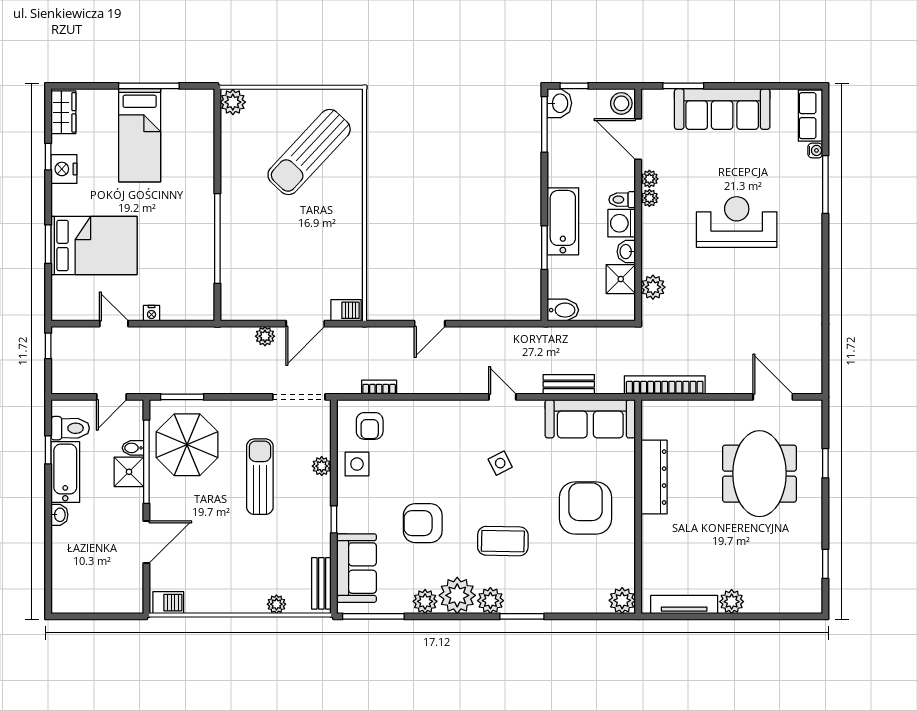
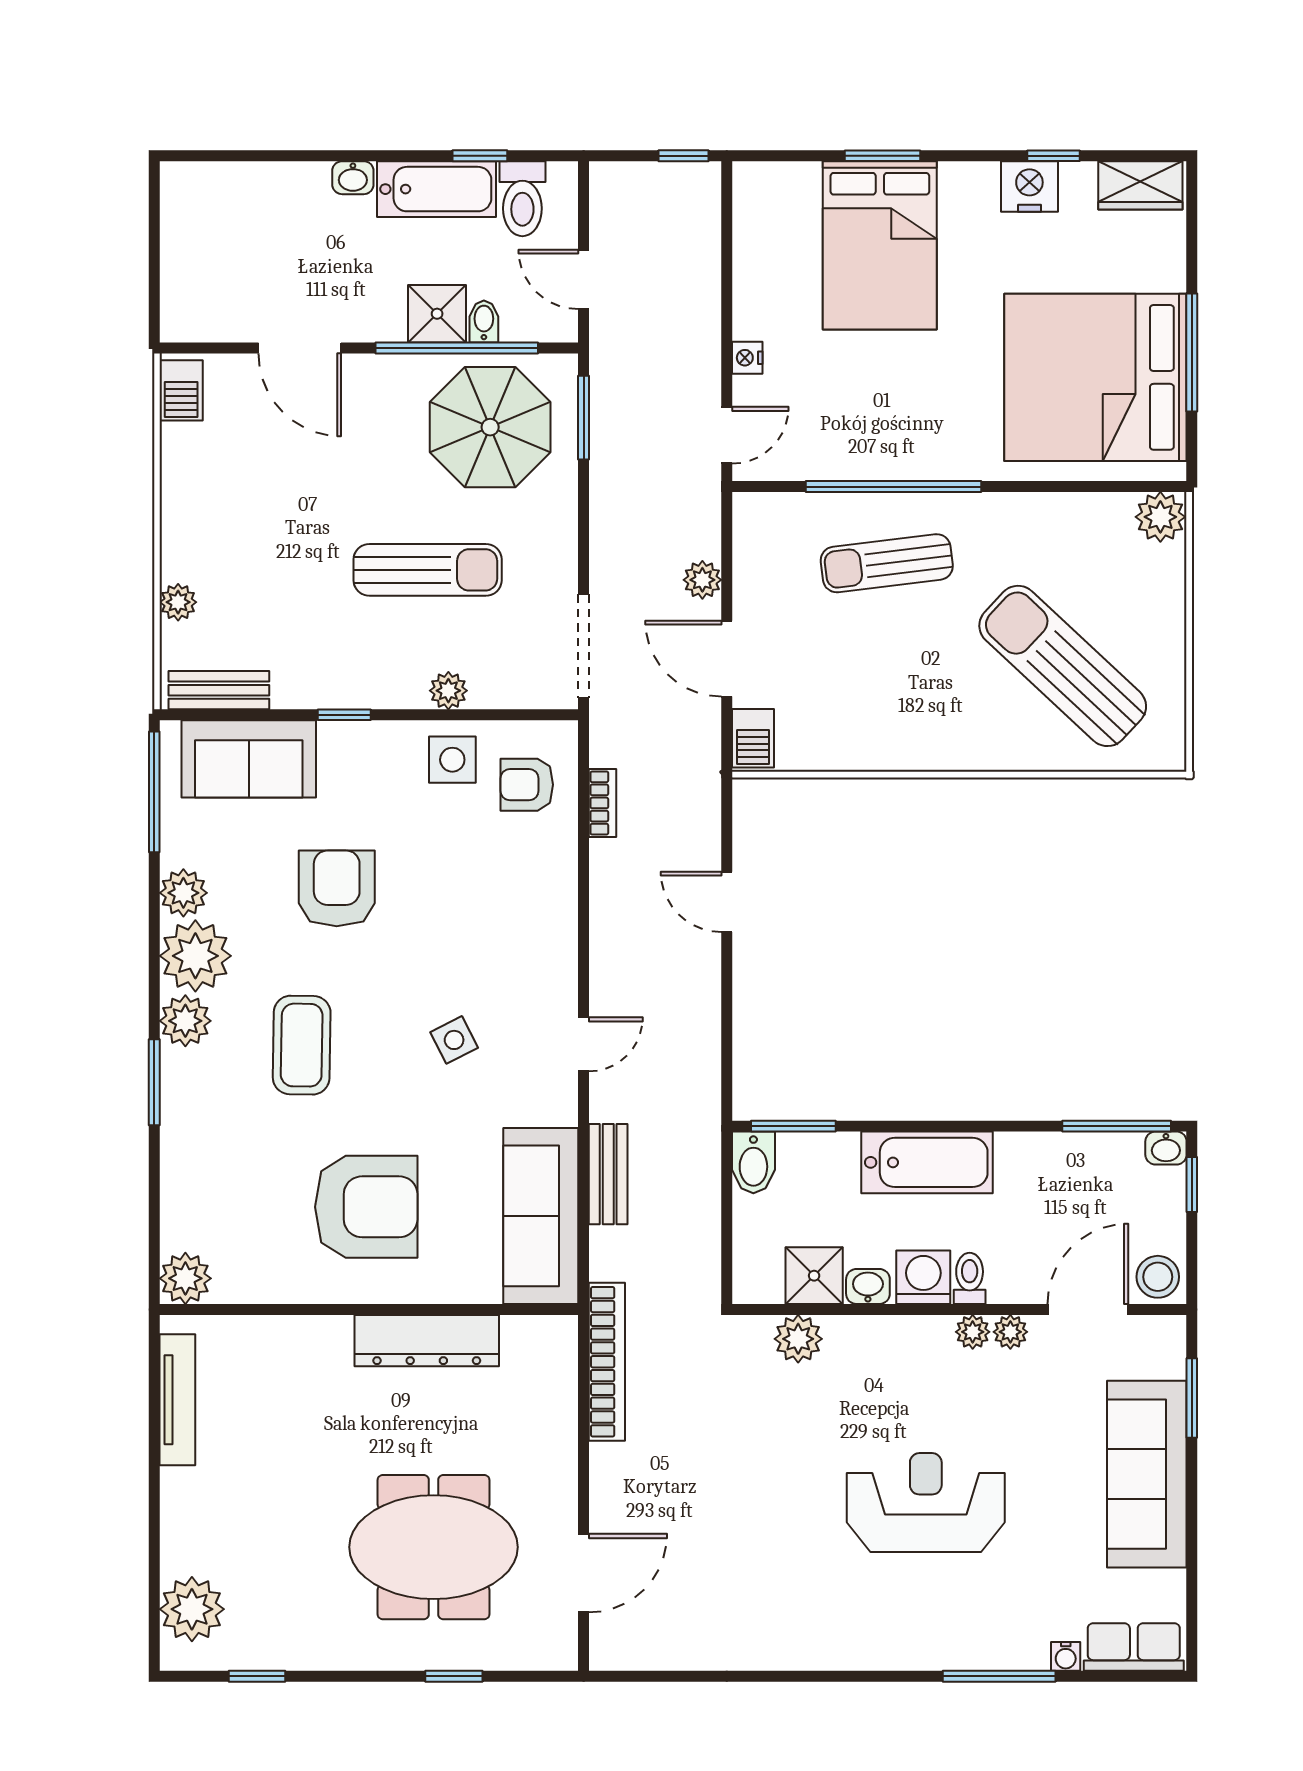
washbasin: (559, 103) -> (1166, 1148), width x0.72, depth x0.69
bed: (140, 135) -> (1095, 377), width x2.04
reception desk: (737, 222) -> (926, 1503), turned -90
sun lounger: (257, 242) -> (887, 563), added
window: (544, 248) -> (793, 1126), moved
door: (114, 324) -> (727, 435), moved
plant: (732, 602) -> (192, 1609), moved, width x1.36, depth x1.36

